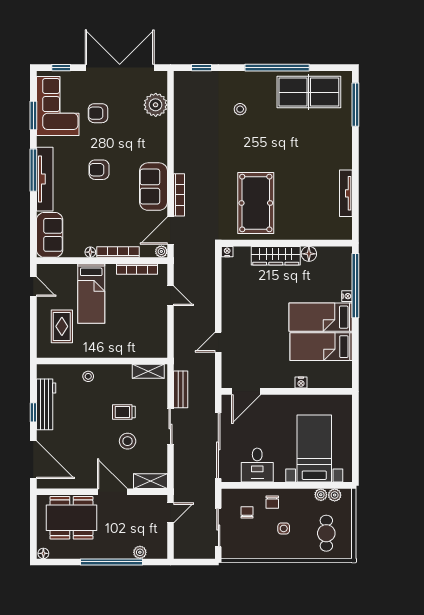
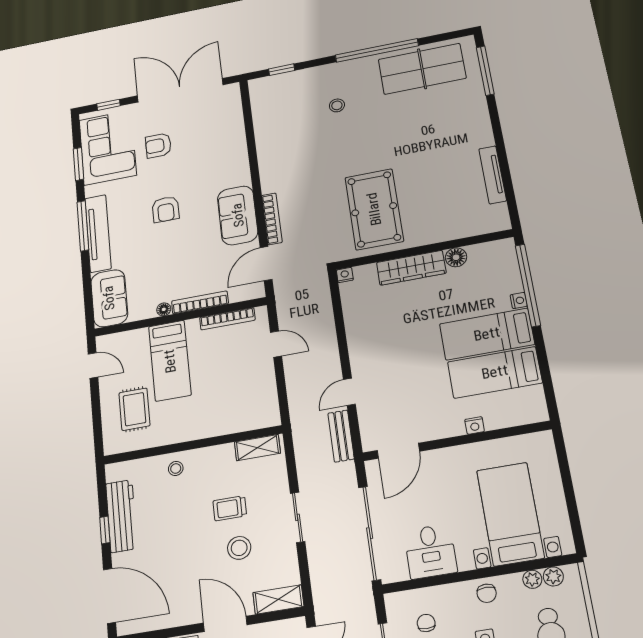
plant: (156, 105) -> (229, 122), removed
armchair: (99, 170) -> (166, 209), turned -90
plant: (161, 251) -> (257, 291), removed
bench: (181, 389) -> (341, 436), moved
chair: (272, 502) -> (487, 593), moved

